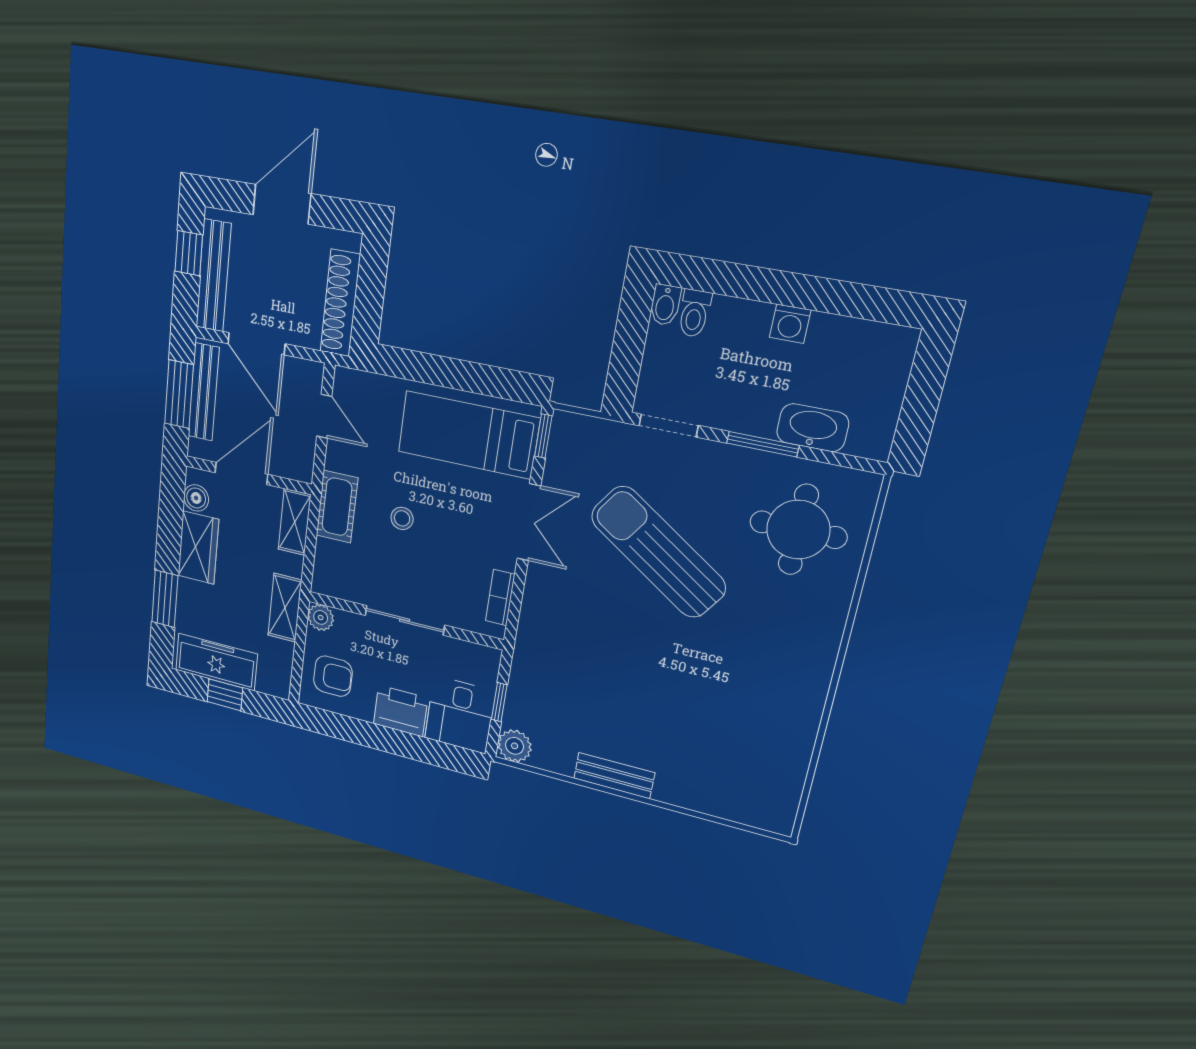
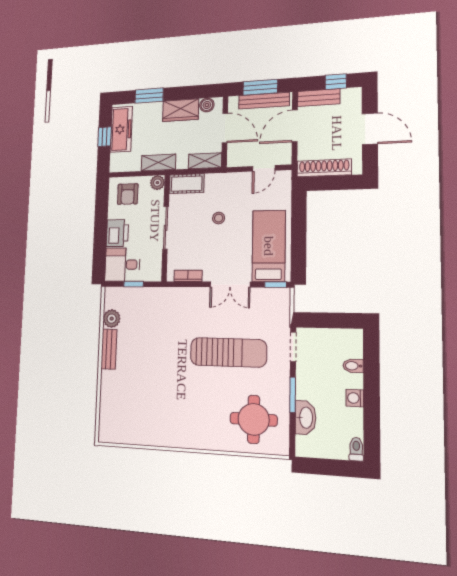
bench: (213, 276) -> (319, 98), width x0.73
bidet: (665, 305) -> (353, 366), moved
toilet: (694, 313) -> (356, 449), moved, turned 90
cot: (337, 507) -> (187, 184), moved
sun lounger: (658, 552) -> (228, 352), turned 56
plant: (515, 746) -> (112, 319), moved

